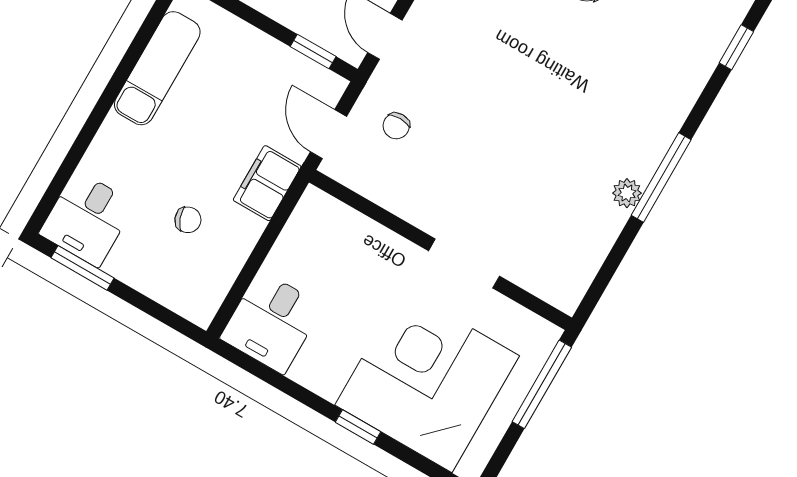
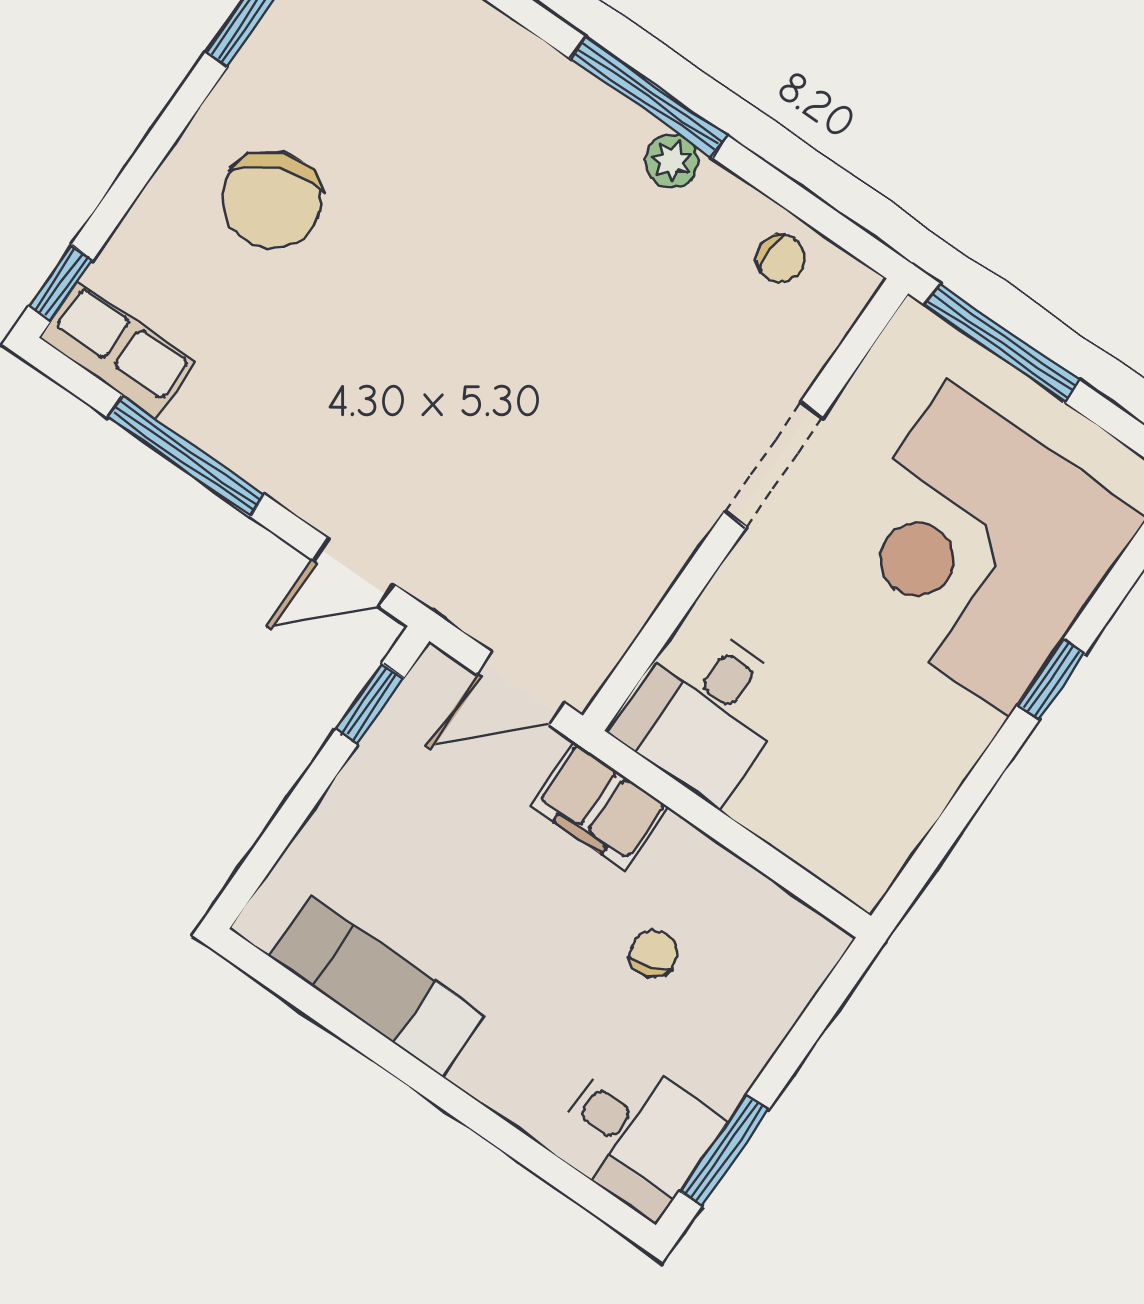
chair: (396, 126) -> (781, 259), moved
desk: (272, 322) -> (705, 712), moved, turned 90

